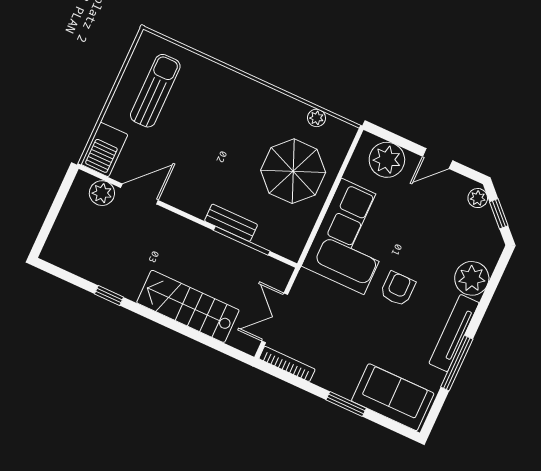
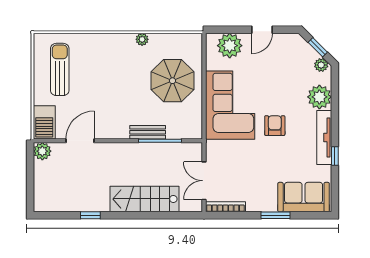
plant: (317, 118) -> (142, 39), moved
plant: (102, 193) -> (42, 151), moved
plant: (478, 198) -> (321, 65), moved
window: (457, 363) -> (335, 156), width x0.46

